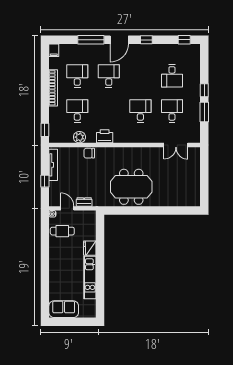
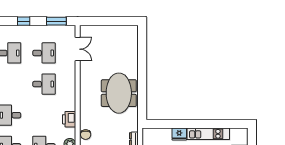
desk: (140, 111) -> (44, 84), turned 180
desk: (172, 111) -> (44, 53), turned 180
window: (204, 112) -> (56, 21), moved

